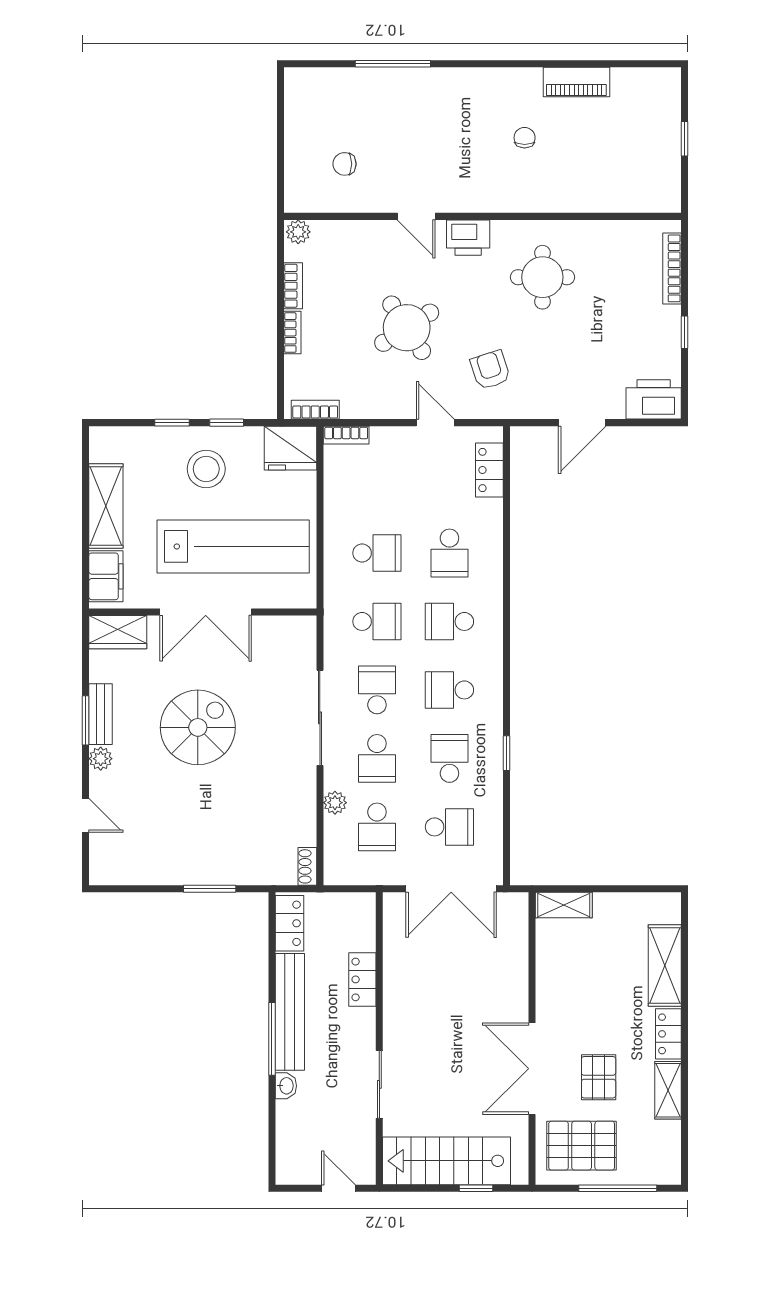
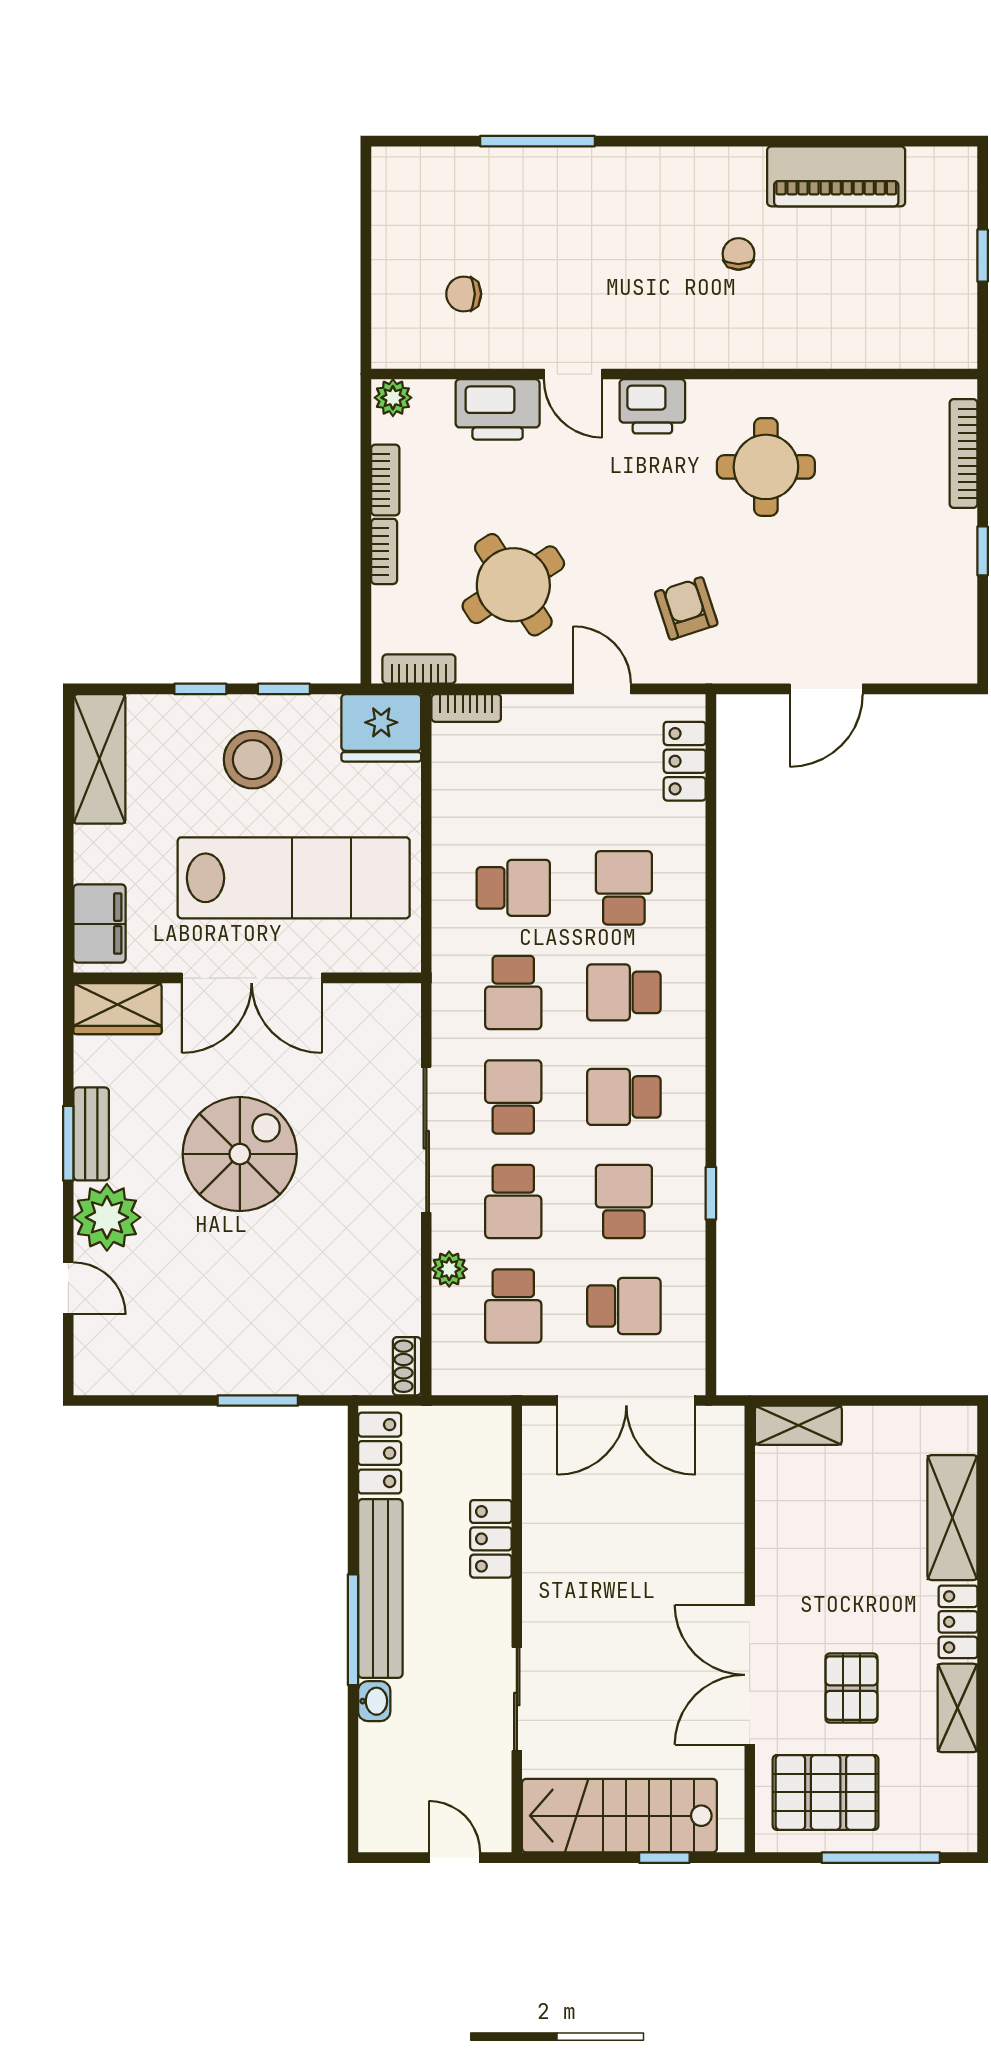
piano: (576, 82) -> (836, 176), width x1.37, depth x1.33
round table: (407, 328) -> (513, 585), moved
printer: (654, 399) -> (498, 409), moved, turned 180
shelving: (106, 506) -> (99, 759), moved
school desk: (449, 553) -> (624, 888), turned 180
school desk: (377, 621) -> (513, 992), turned 90
plant: (101, 759) -> (107, 1217), width x1.87, depth x1.87

